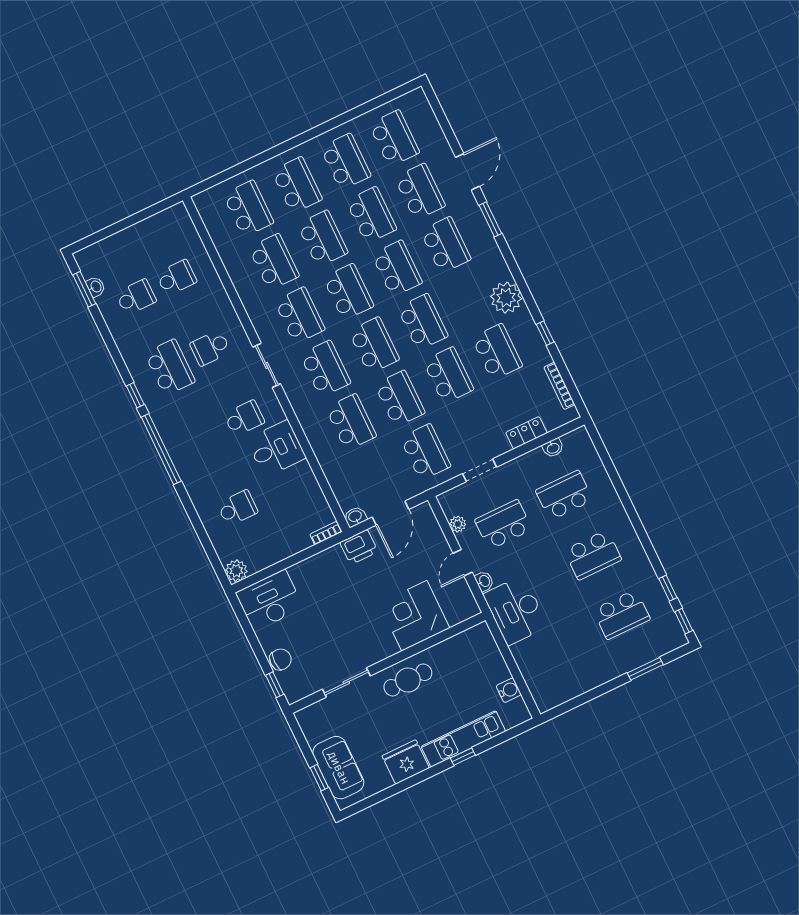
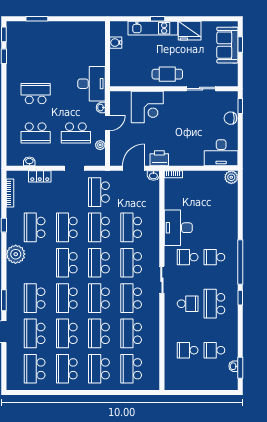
desk: (276, 449) -> (178, 228), width x1.37
school desk: (237, 508) -> (214, 257), moved
school desk: (622, 614) -> (36, 54), removed

